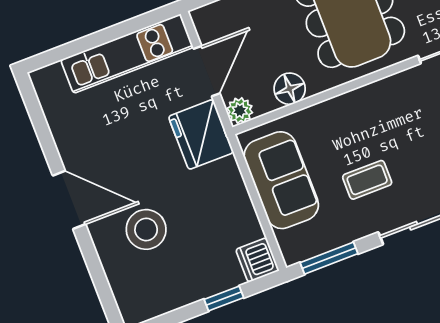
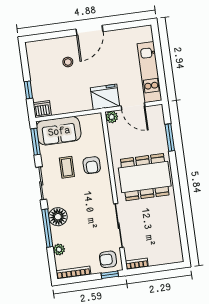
floor lamp: (290, 89) -> (116, 142), removed
armchair: (351, 129) -> (92, 165), added
sofa: (281, 180) -> (59, 131), moved
stool: (146, 229) -> (68, 62), width x0.53, depth x0.53

